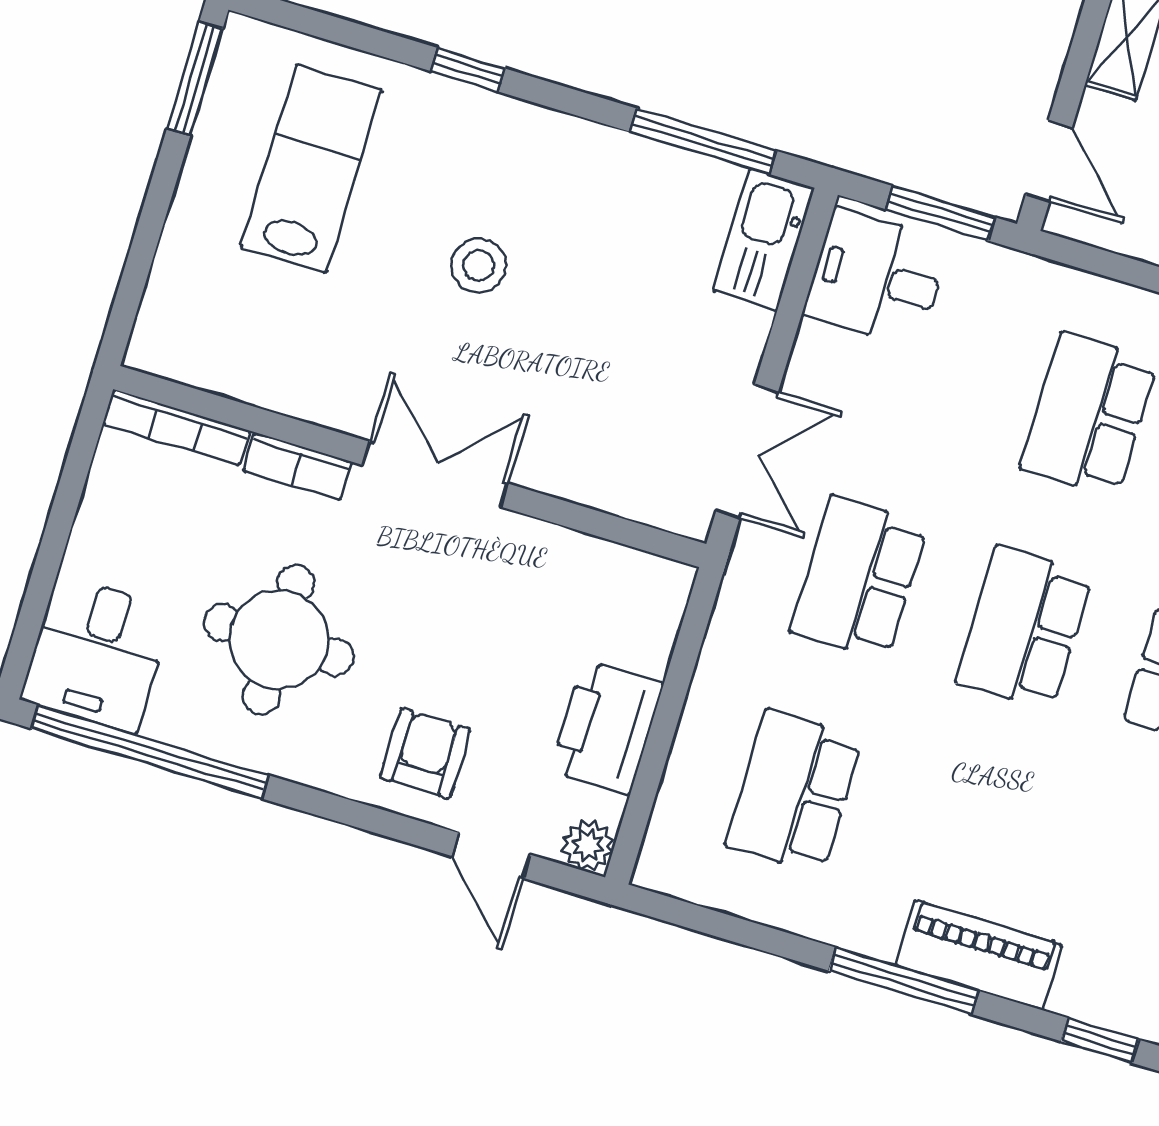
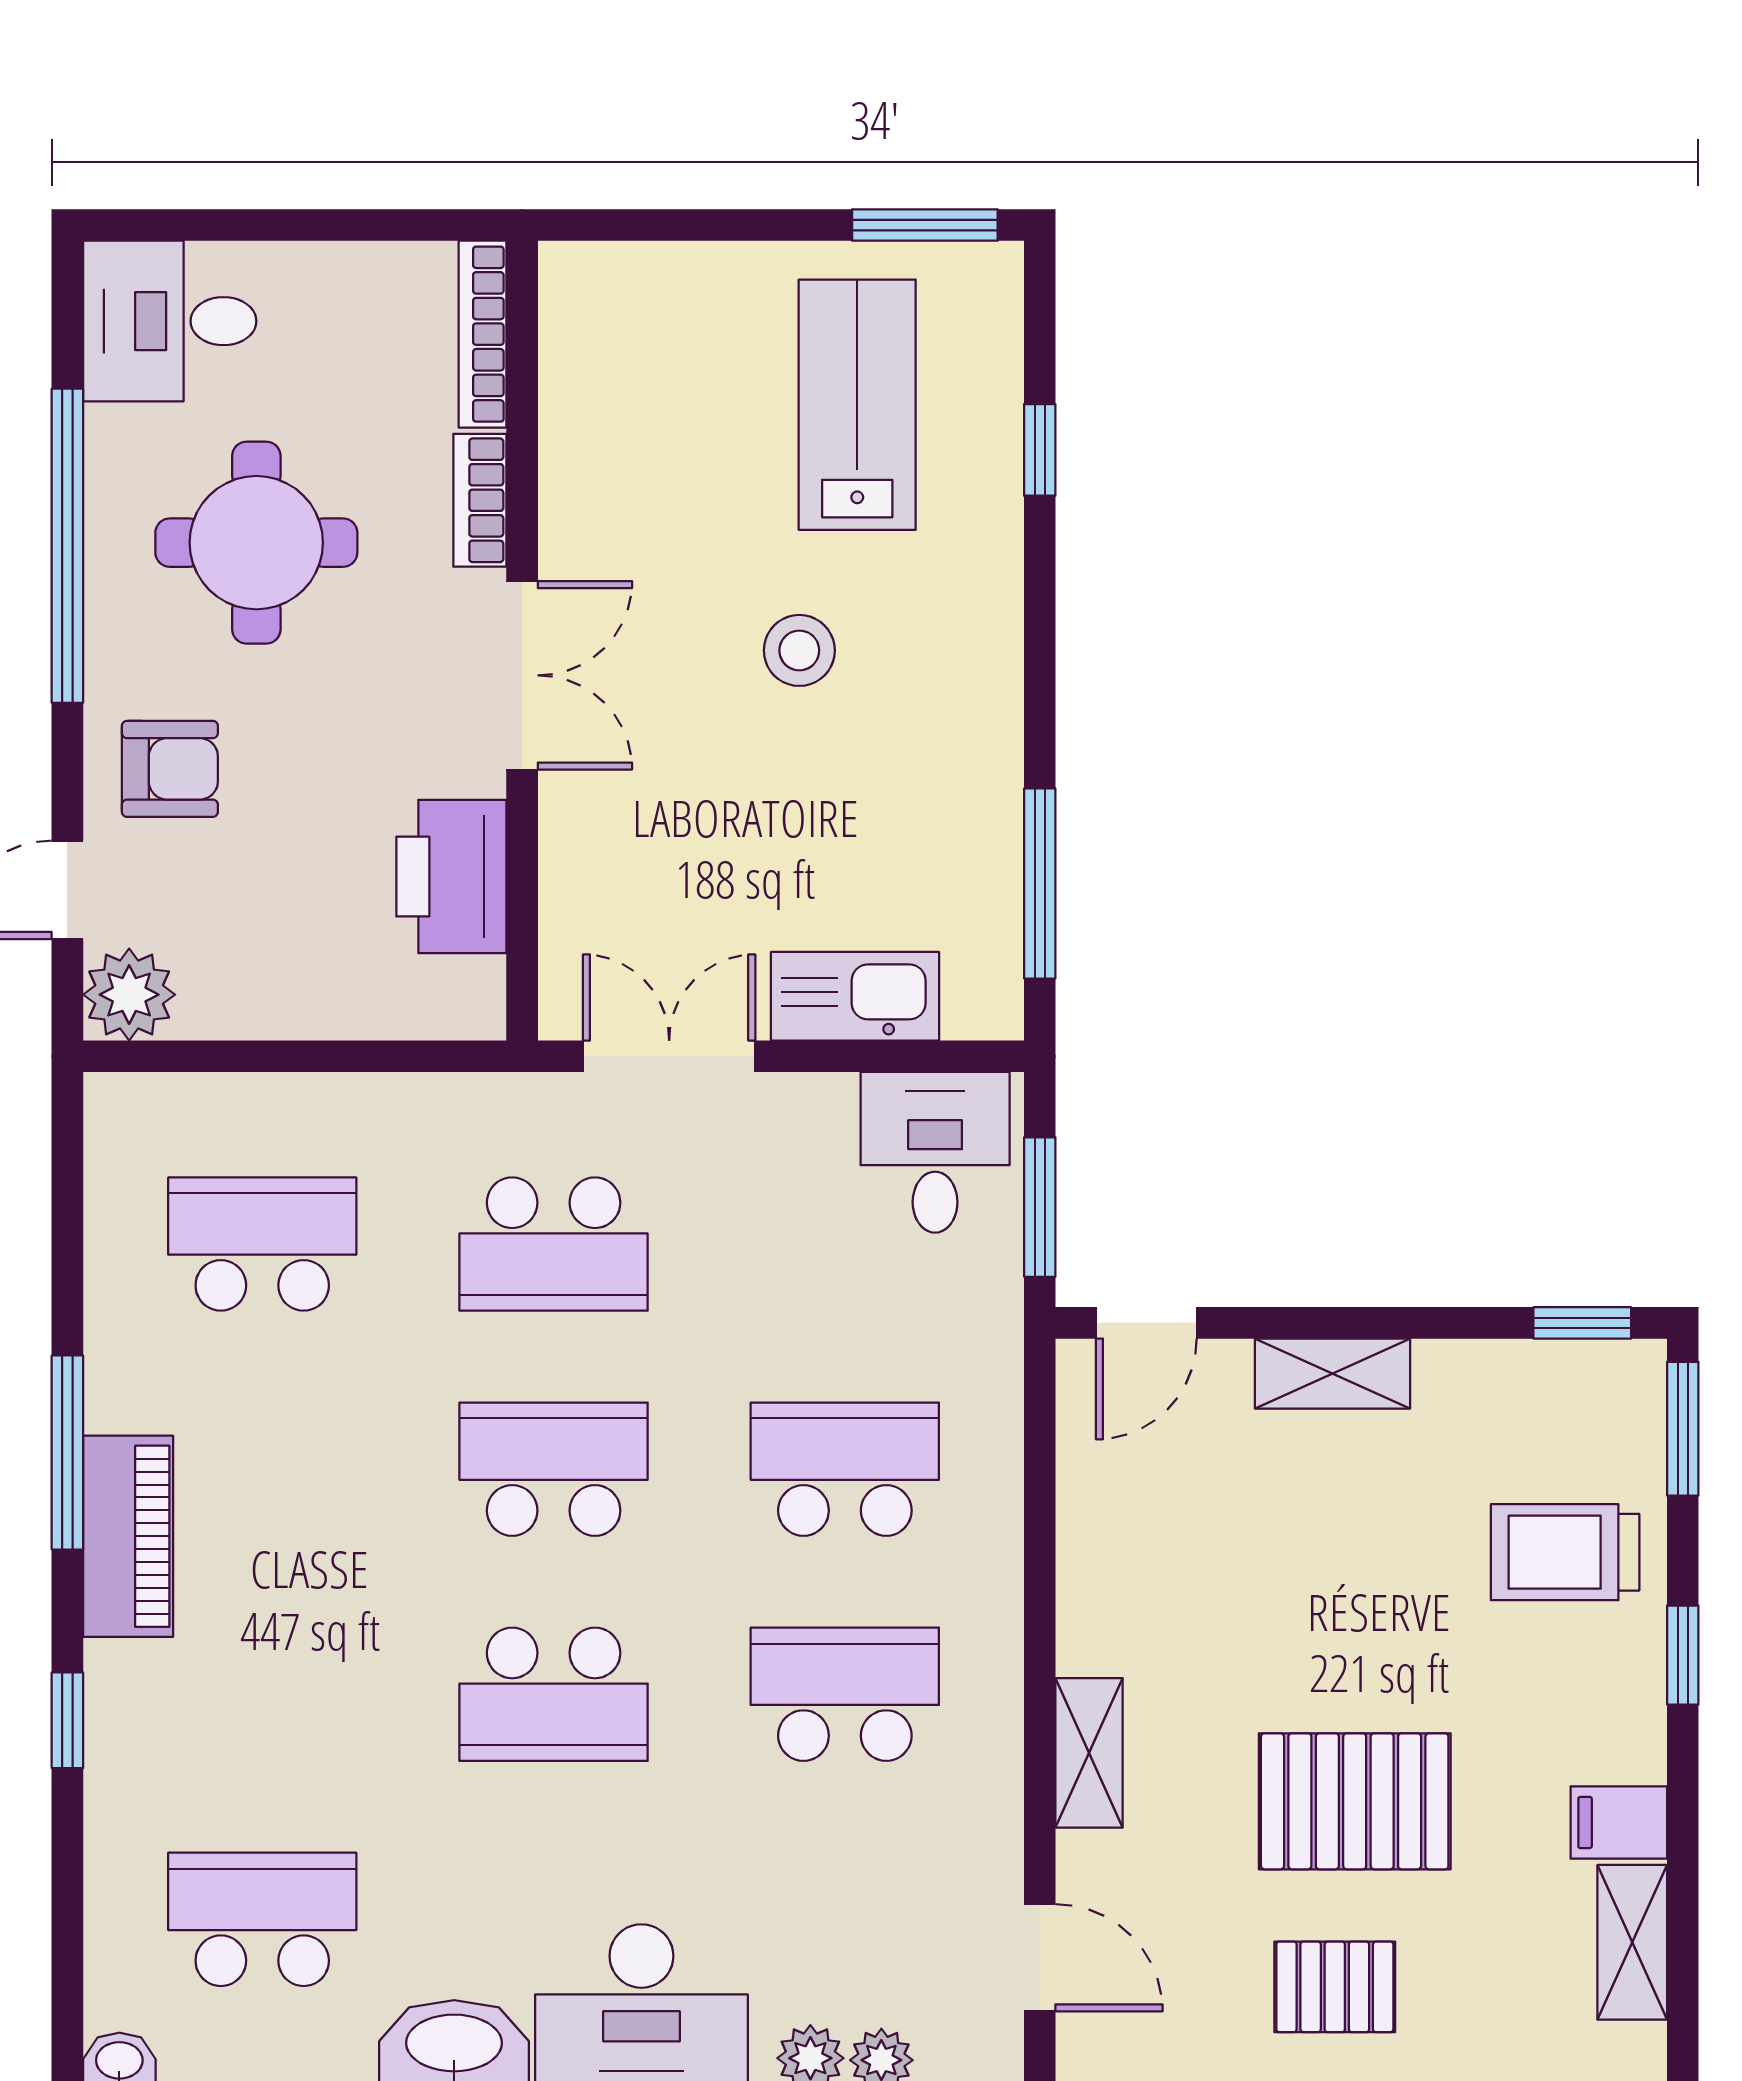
window: (468, 70) -> (1040, 450), moved
lab bench: (311, 168) -> (857, 405), turned -90
kitchen sink: (763, 239) -> (855, 996), moved
double door: (747, 451) -> (669, 1056), swing flipped
school desk: (859, 578) -> (554, 1244), turned 180
printer: (607, 727) -> (451, 877), moved, turned -90
window: (150, 752) -> (67, 546), moved
plant: (588, 845) -> (129, 995), width x1.38, depth x1.38

